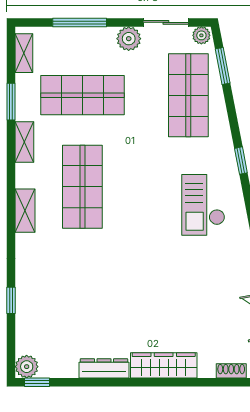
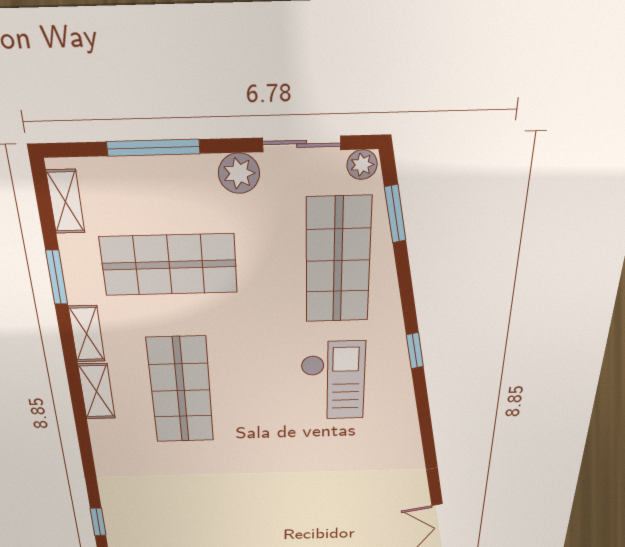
checkout: (203, 205) -> (333, 381), moved, turned 180
shelving: (25, 211) -> (97, 391), moved

